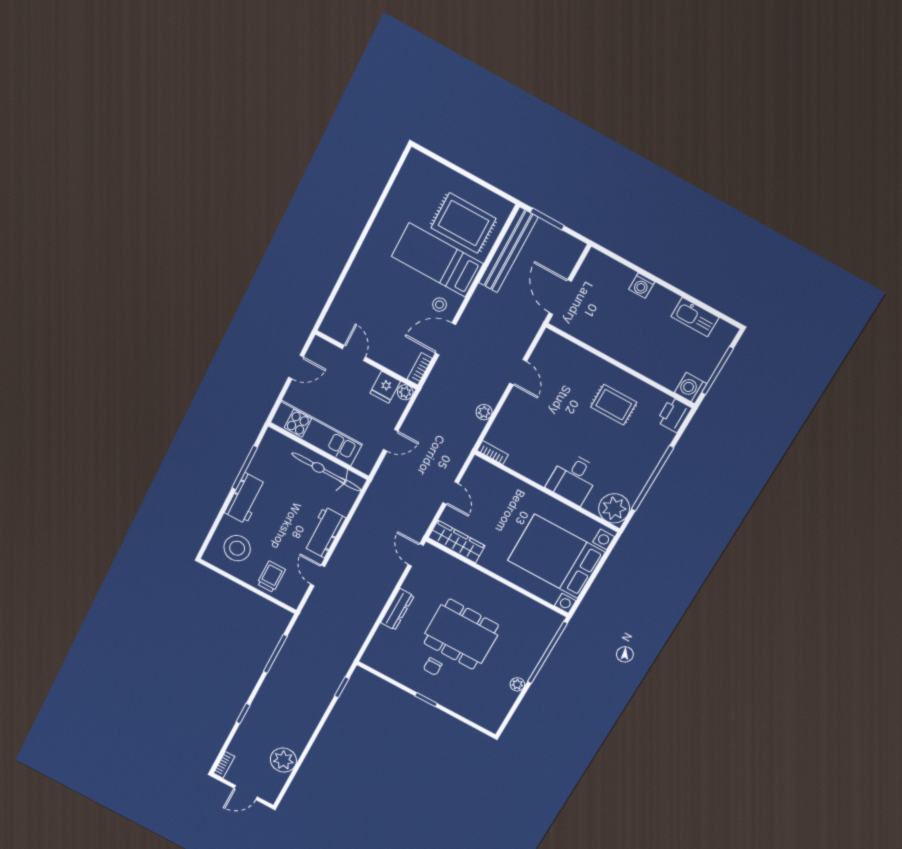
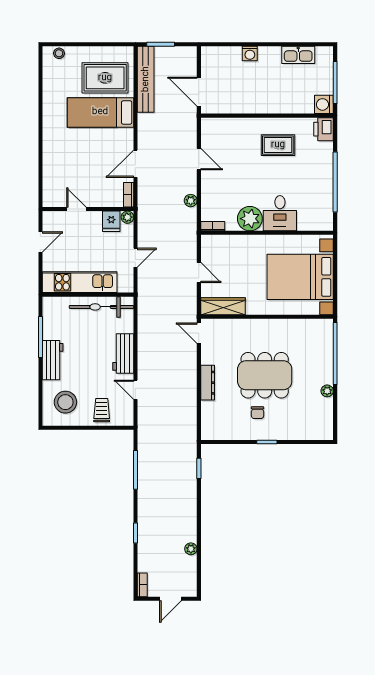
stool: (439, 305) -> (59, 53), moved
plant: (614, 508) -> (250, 219), moved
plant: (283, 760) -> (191, 549), width x0.53, depth x0.53

